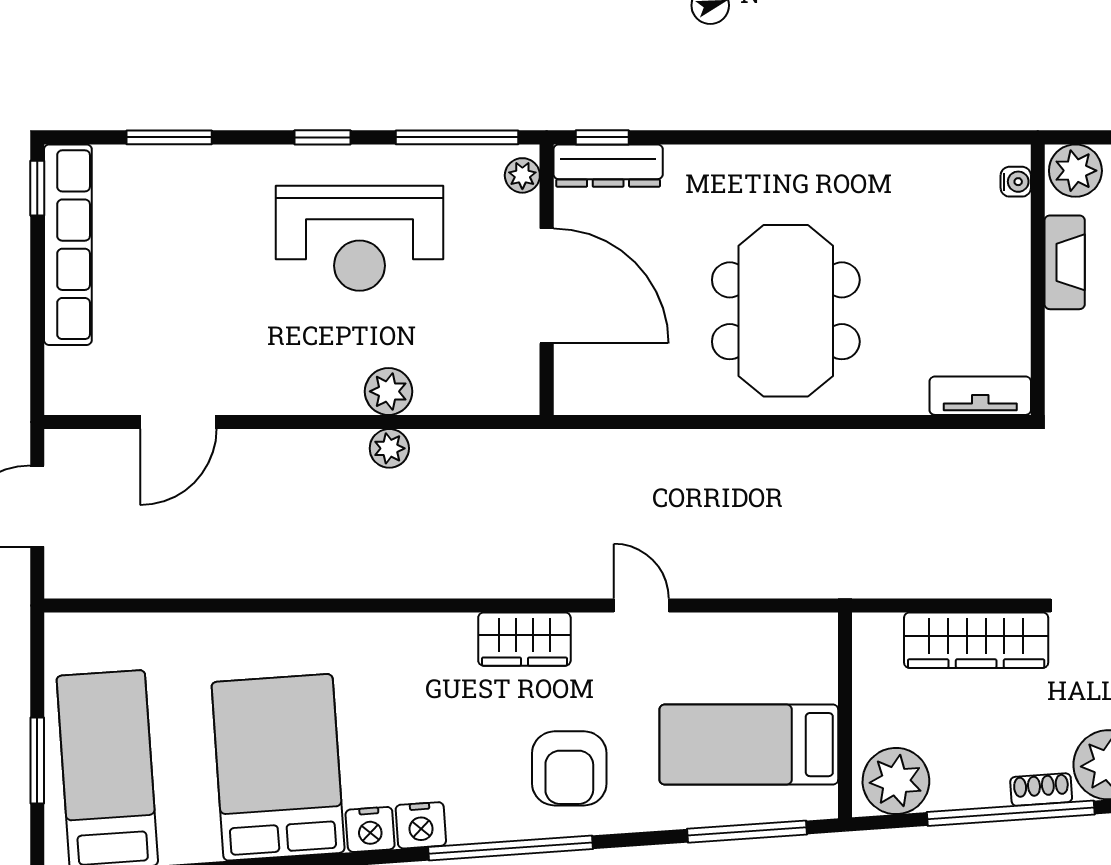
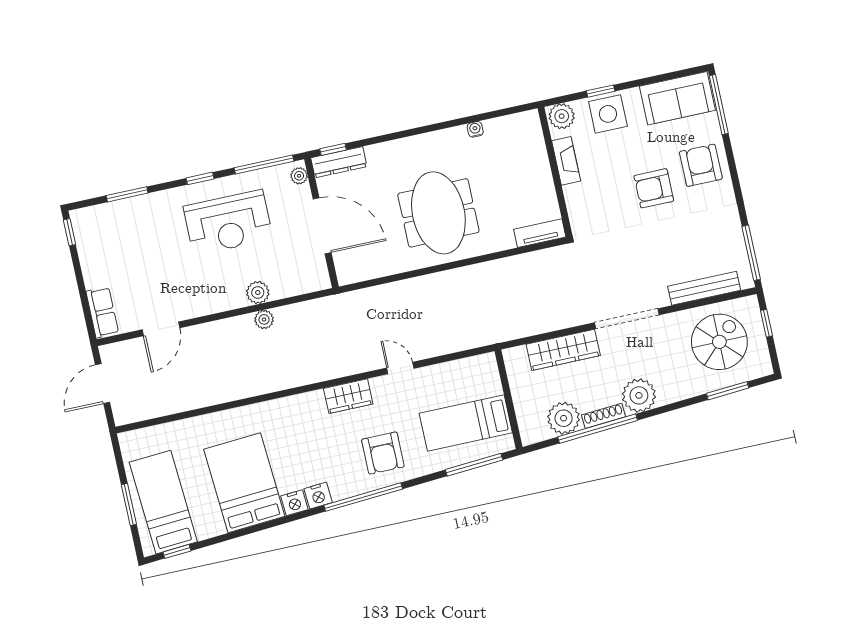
water cooler: (1016, 182) -> (475, 129), moved, turned -90
row of seats: (68, 245) -> (102, 312), moved, width x0.50
plant: (896, 781) -> (564, 418), moved
shoe rack: (1041, 790) -> (604, 416), width x1.43

